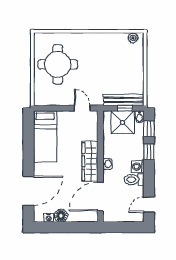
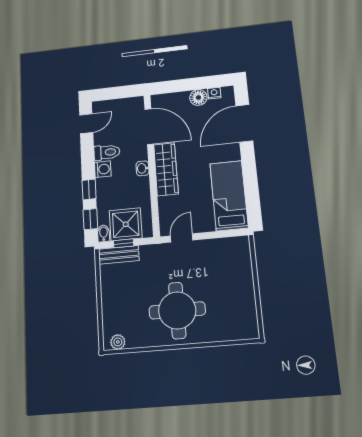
round table: (58, 64) -> (177, 310), moved
bench: (124, 100) -> (119, 255), width x0.73
door: (82, 108) -> (182, 238), swing flipped
door: (100, 197) -> (149, 126), hinge flipped

